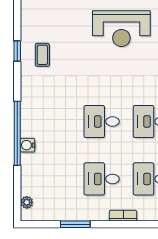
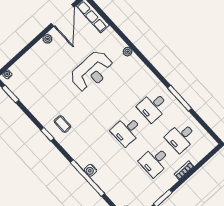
water cooler: (28, 145) -> (90, 170), moved

